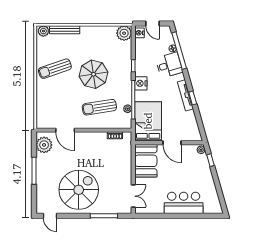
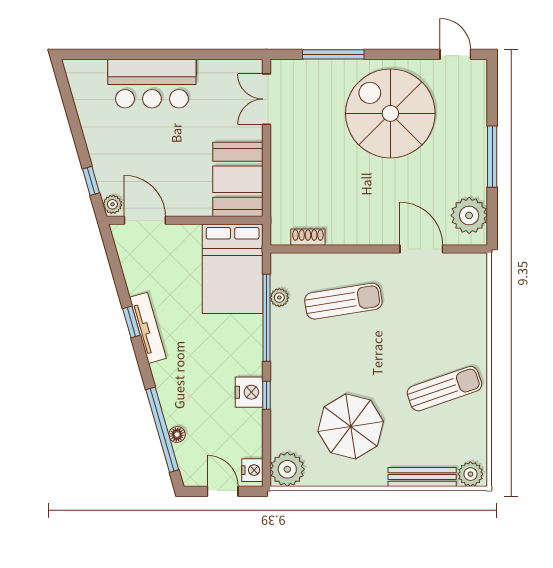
desk: (169, 65) -> (185, 397), removed
parasol: (94, 74) -> (351, 426), moved
nightstand: (141, 83) -> (249, 392), moved
door: (172, 143) -> (145, 220), moved
spiral stairs: (79, 190) -> (390, 113), turned 90

